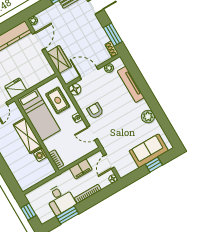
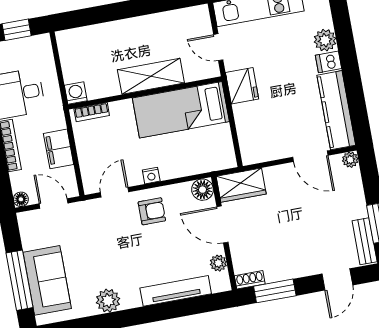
wardrobe: (59, 59) -> (241, 185), moved
door: (89, 73) -> (222, 224), swing flipped
rug: (58, 100) -> (194, 152), removed
washing machine: (40, 155) -> (76, 93), moved
window: (154, 165) -> (20, 280), width x2.17

